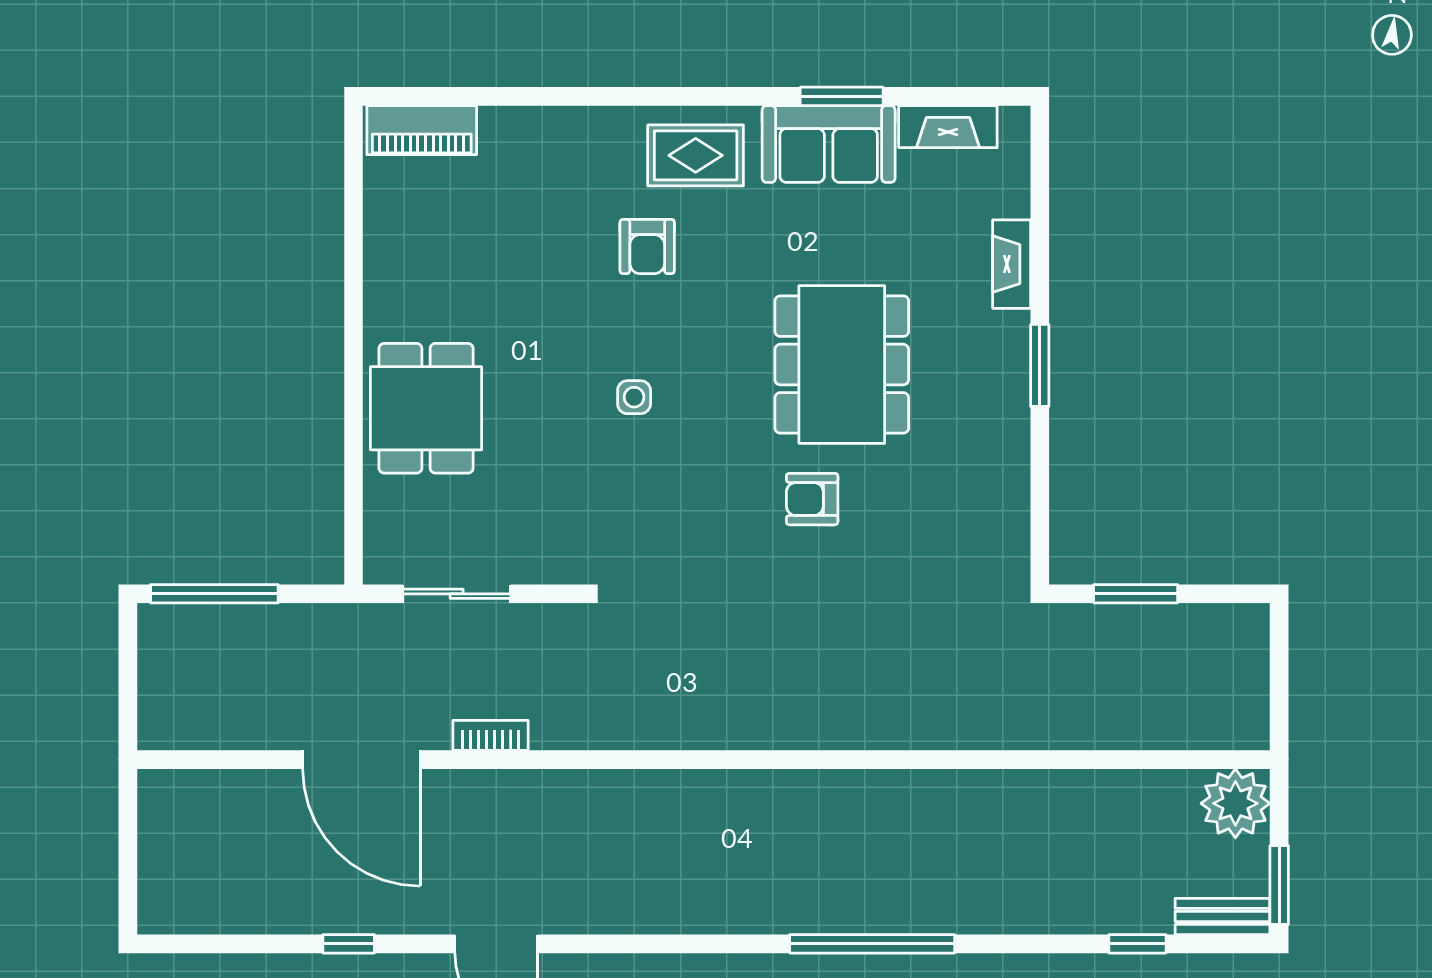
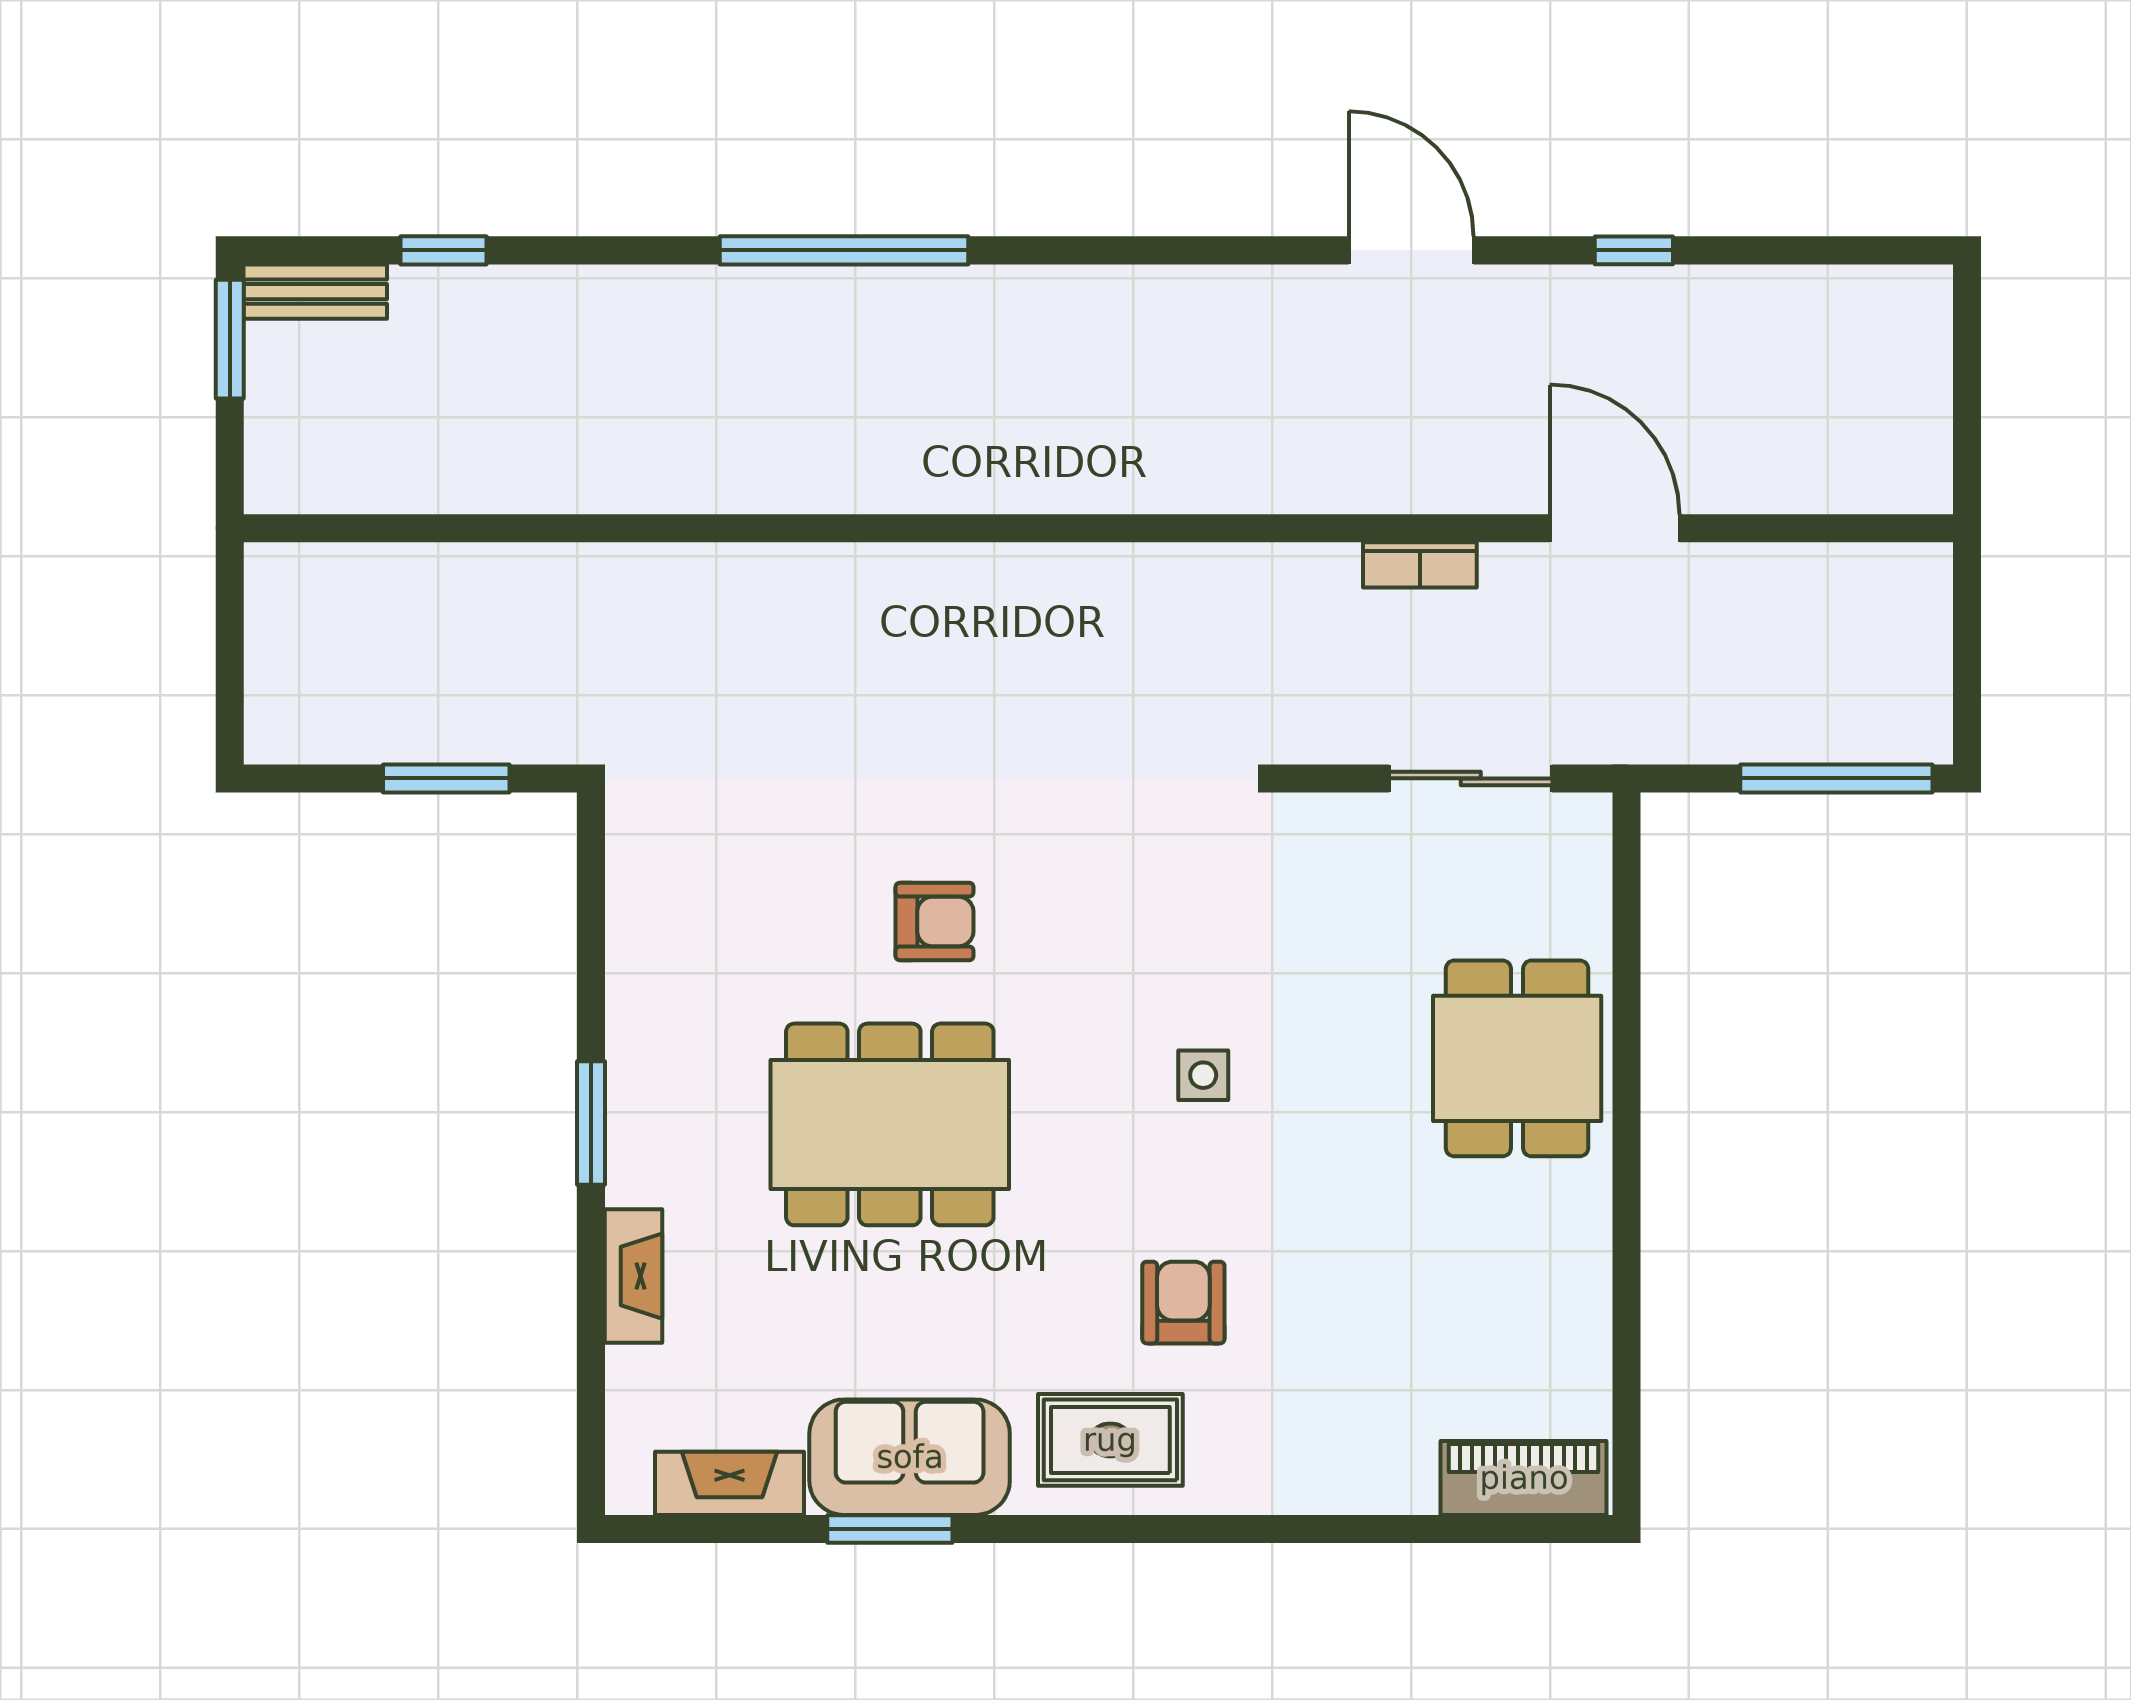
dining table: (842, 365) -> (890, 1124), turned 90
door: (361, 760) -> (1615, 528), width x0.73
plant: (1235, 803) -> (296, 462), removed

